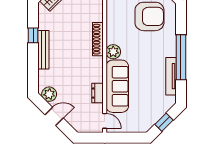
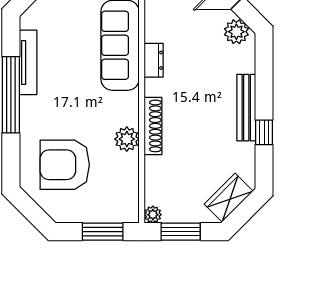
plant: (113, 52) -> (127, 139), moved
dresser: (98, 93) -> (154, 60), moved

